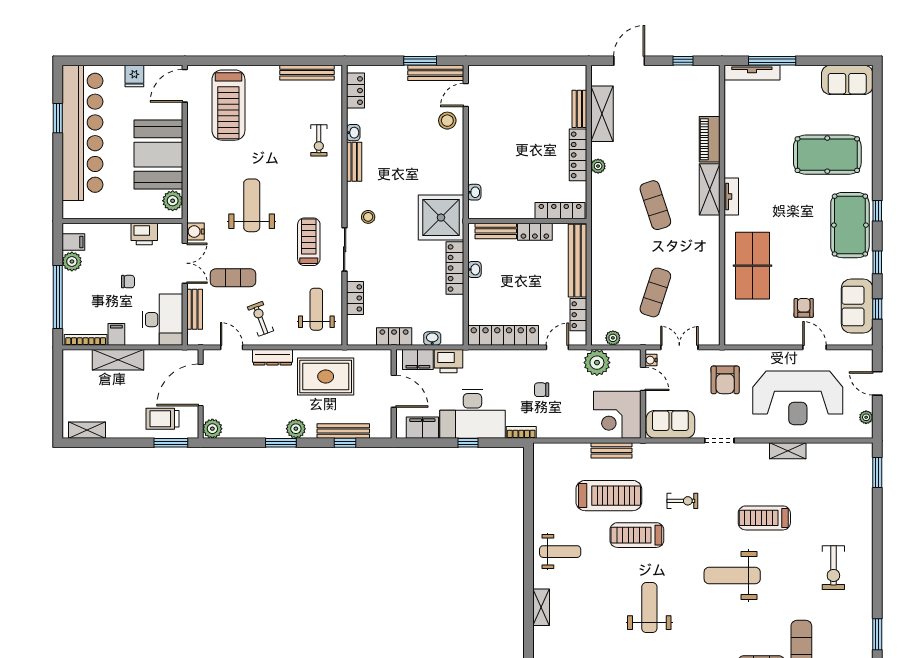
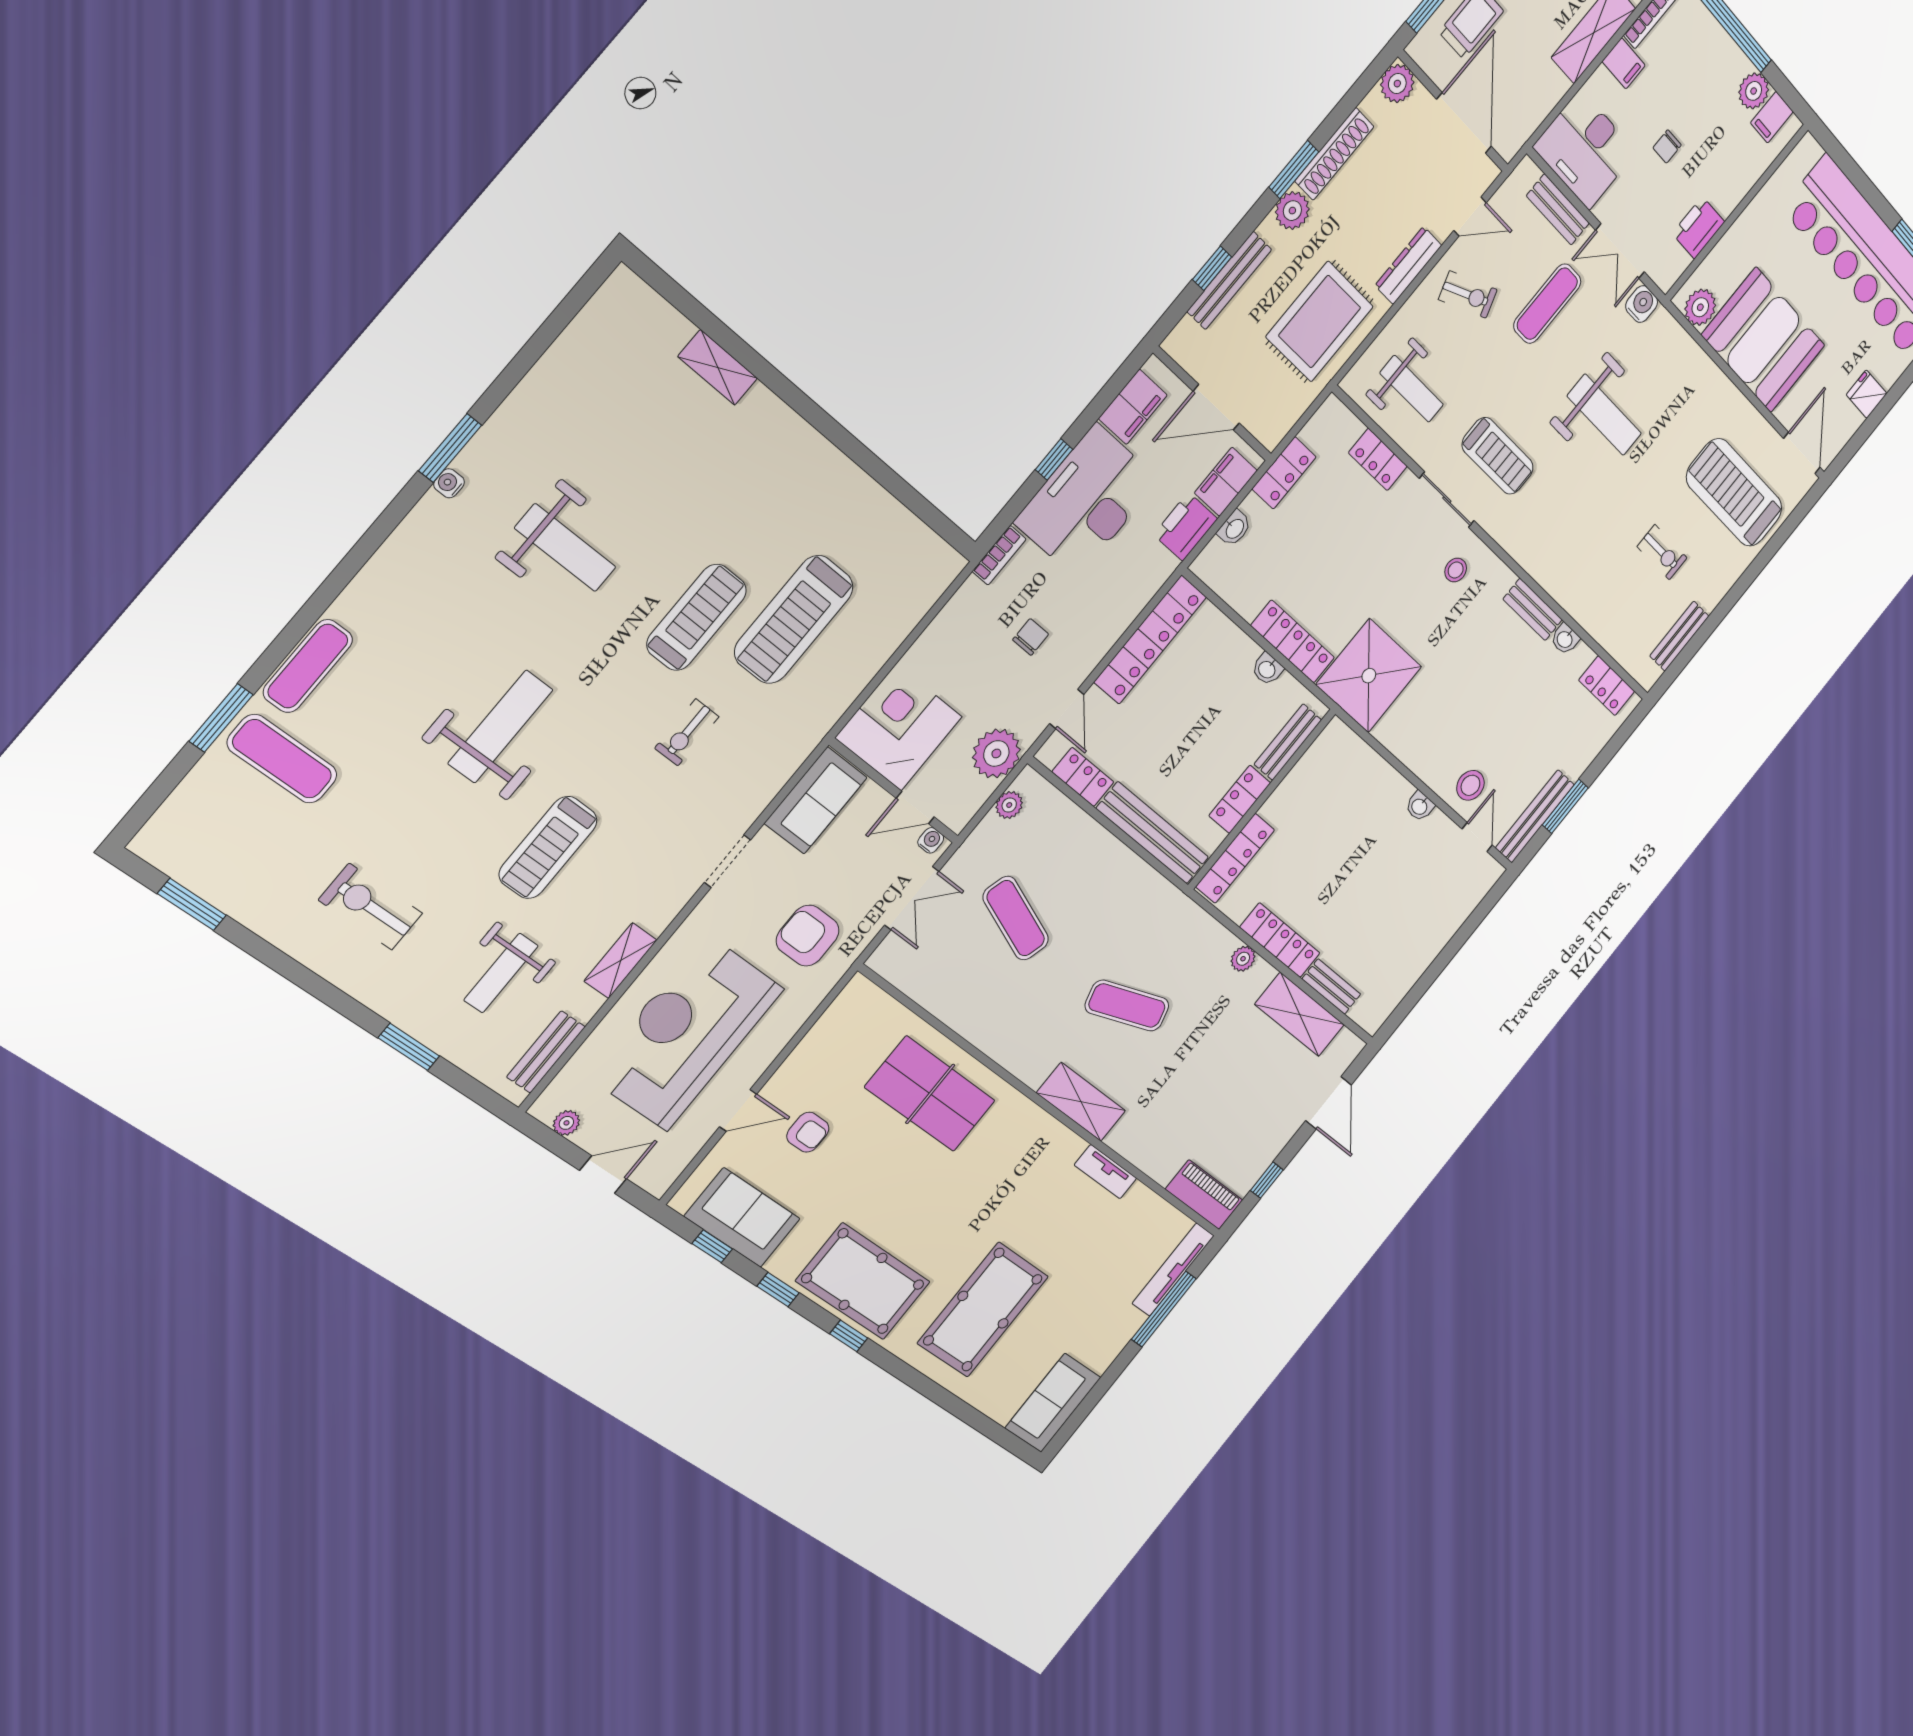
bench: (307, 73) -> (1679, 636), width x0.73
piano: (710, 139) -> (1204, 1195), moved
exercise bike: (319, 140) -> (1662, 552), moved, turned 180
washbasin: (474, 192) -> (1420, 806), moved
tv unit: (731, 197) -> (1105, 1172), moved
shoe rack: (260, 431) -> (1334, 154), added
bench: (611, 450) -> (546, 1052), moved
window: (877, 472) -> (409, 1047), moved
treadmill: (764, 518) -> (548, 847), turned 180
weight bench: (560, 552) -> (501, 973), moved

